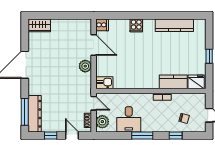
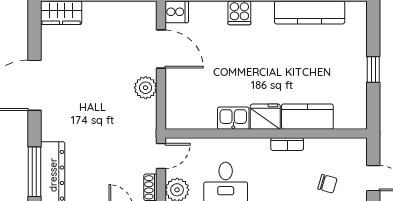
fridge: (196, 82) -> (265, 117), moved
kitchen sink: (104, 83) -> (233, 118), moved
door: (94, 103) -> (161, 156), hinge flipped

